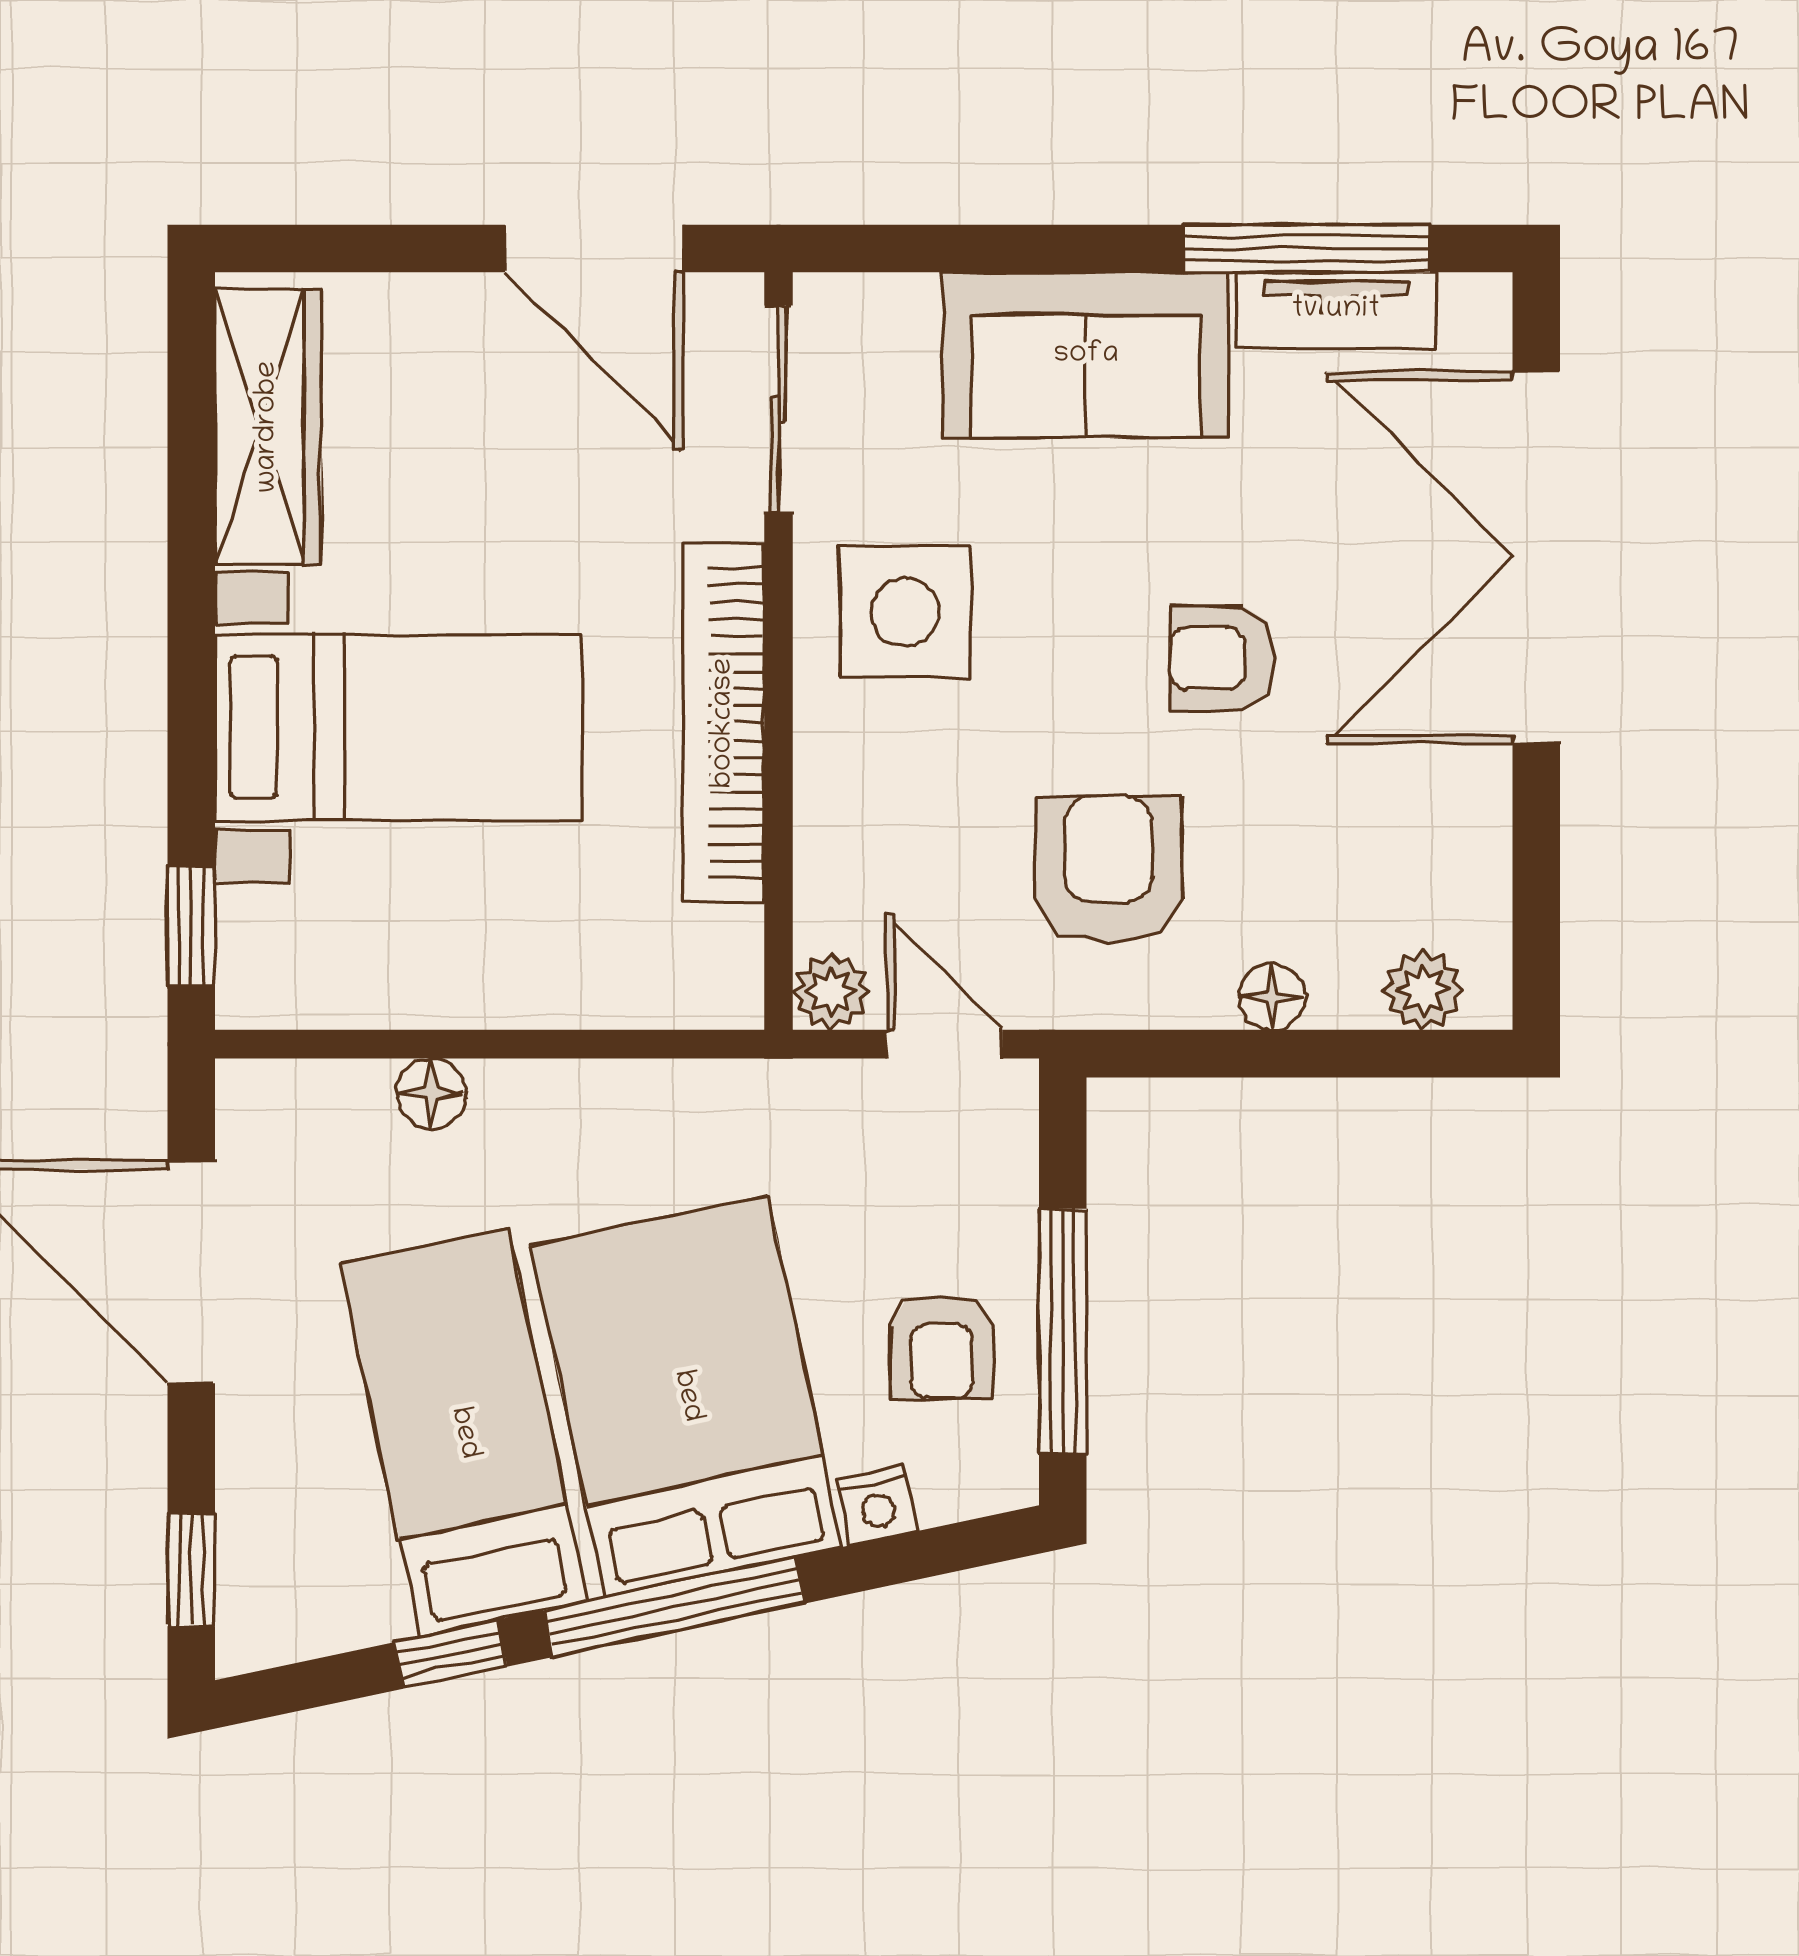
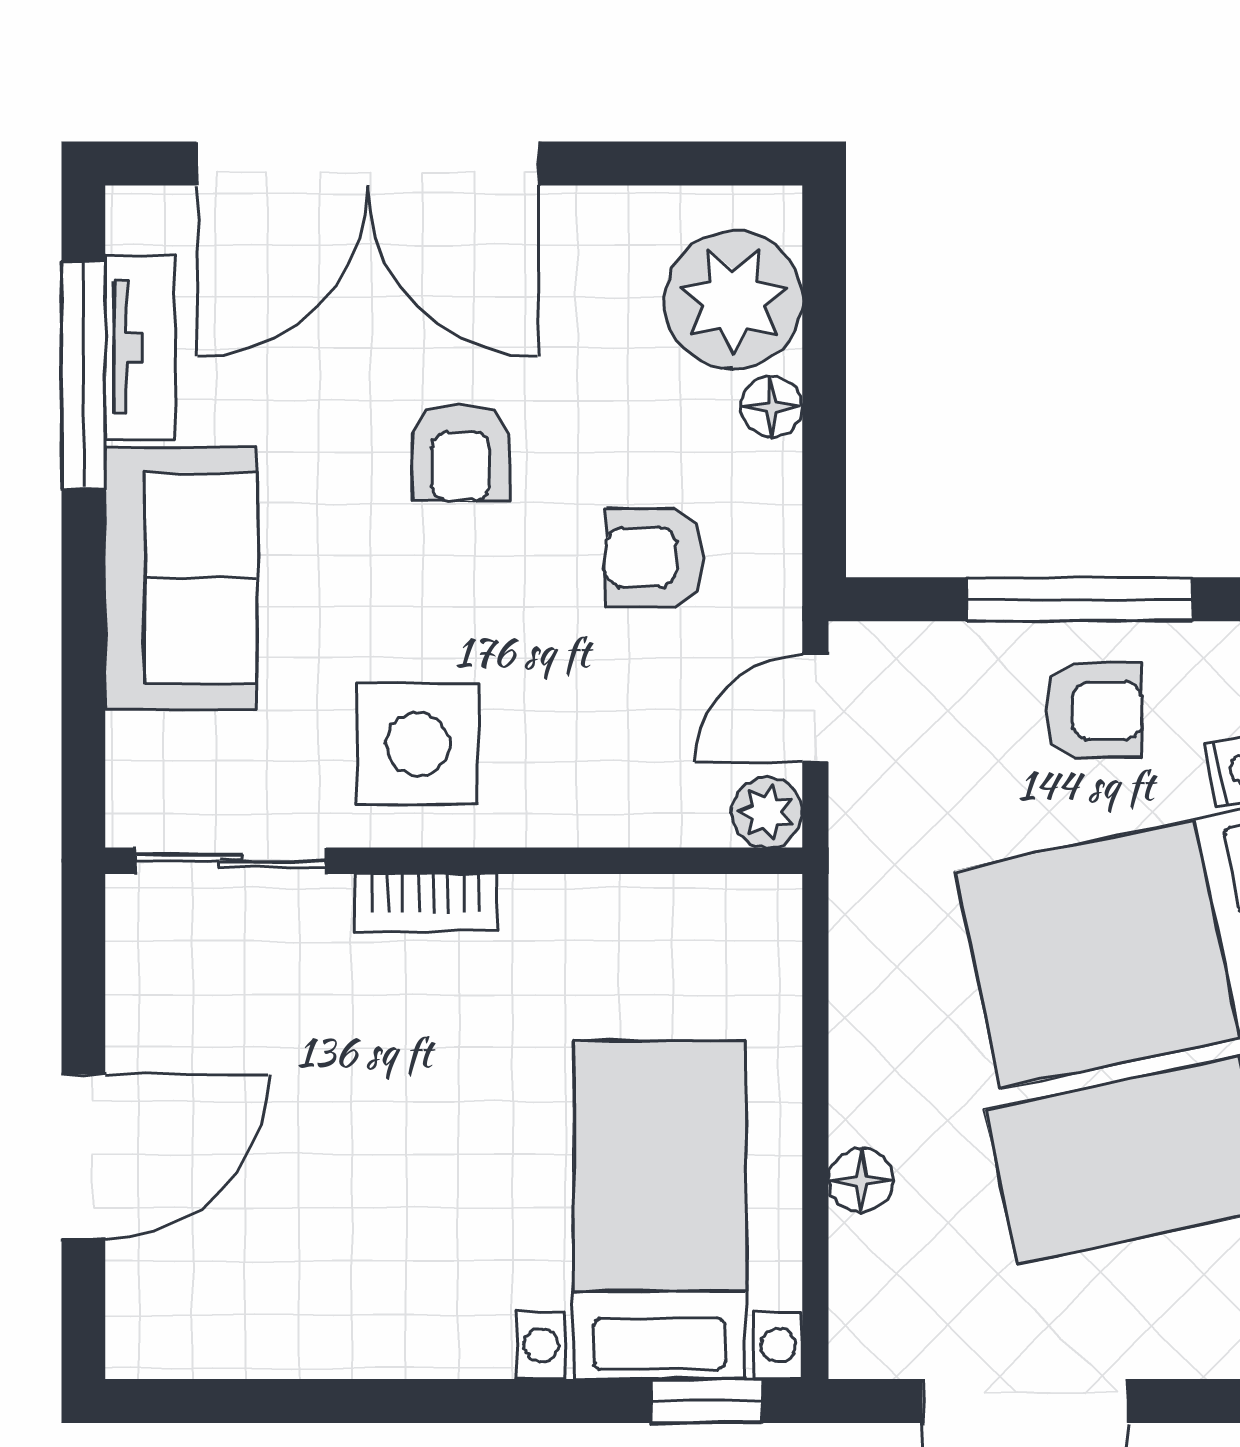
door: (594, 248) -> (83, 1156), moved
wardrobe: (268, 427) -> (247, 1330), removed
bookcase: (724, 723) -> (426, 902), width x0.43, depth x0.76
bed with nightstands: (399, 727) -> (659, 1210), moved
armchair: (1108, 869) -> (655, 557), width x0.72, depth x0.72
plant: (1423, 990) -> (733, 300), width x1.87, depth x1.87

